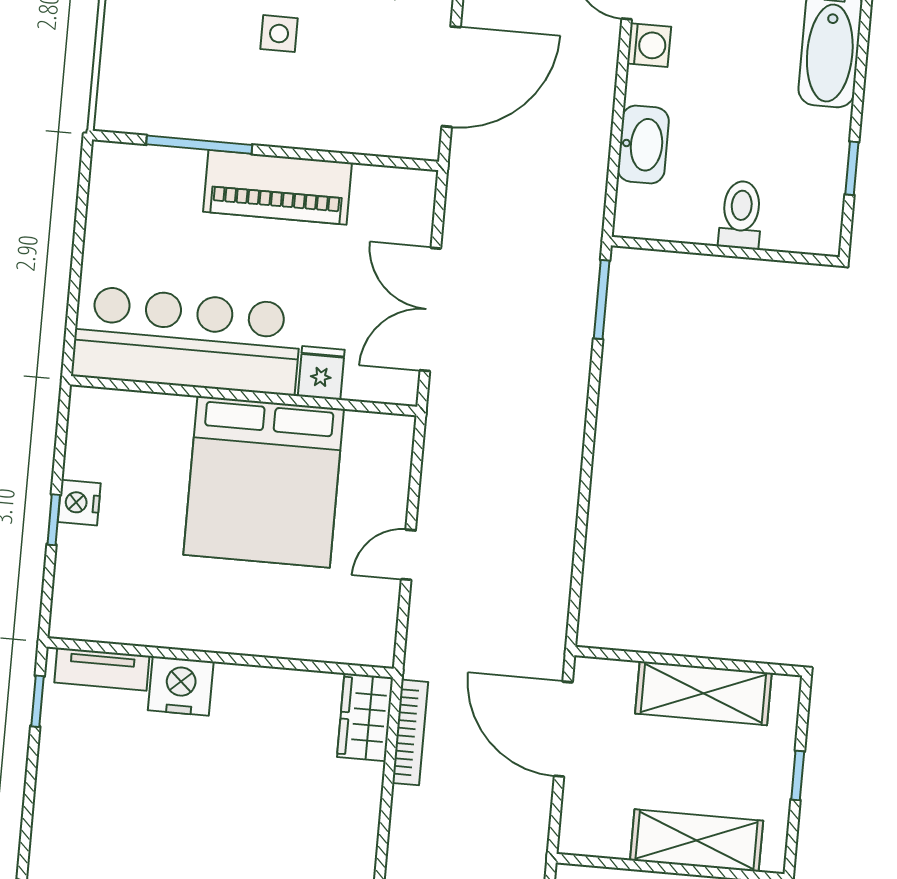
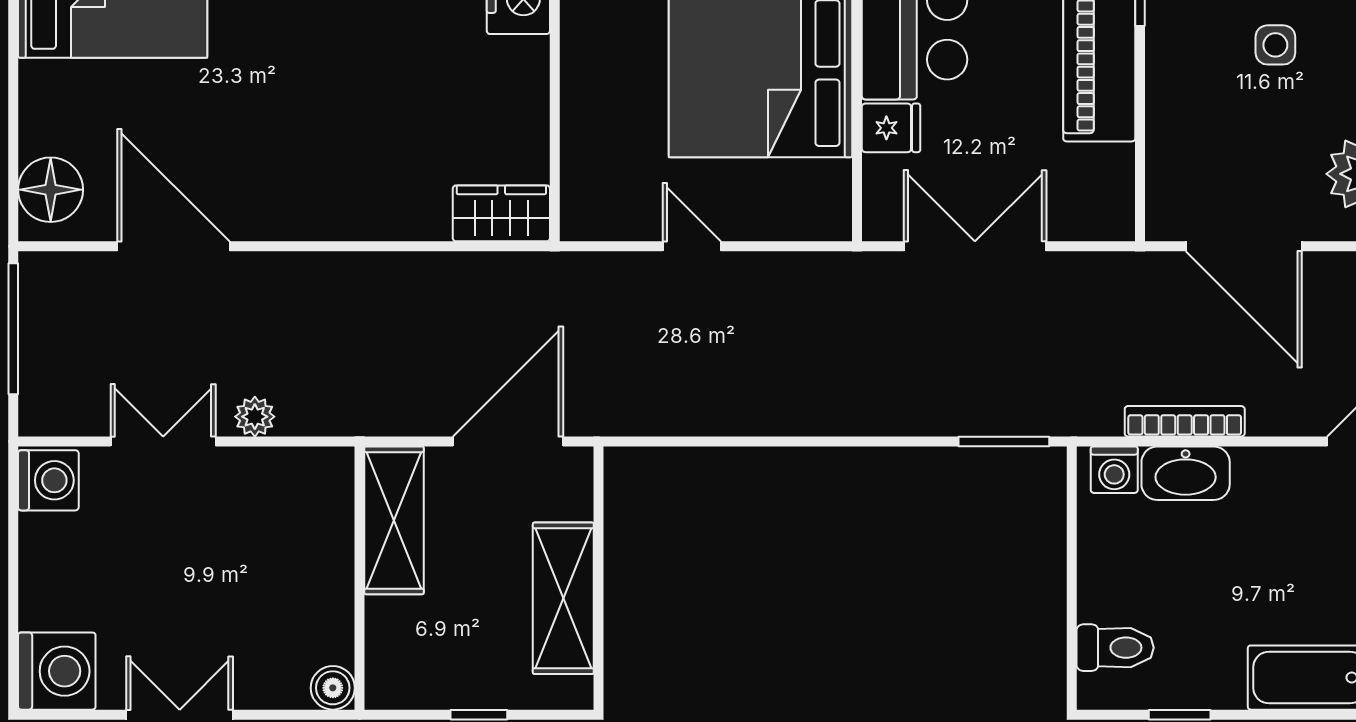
washing machine: (649, 45) -> (1114, 470), moved
toilet: (741, 215) -> (1115, 648), moved
bookcase: (410, 732) -> (1185, 421), moved, turned 180
shelving: (697, 841) -> (394, 520), moved

